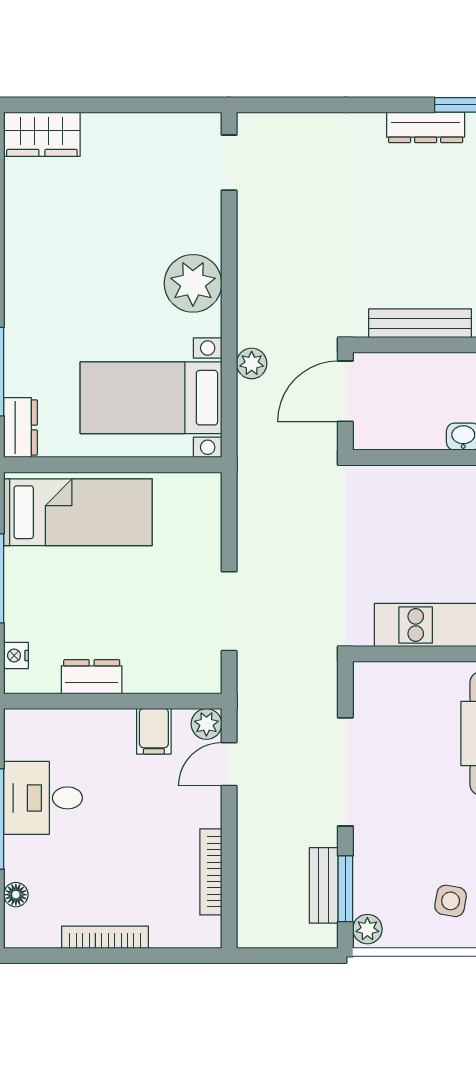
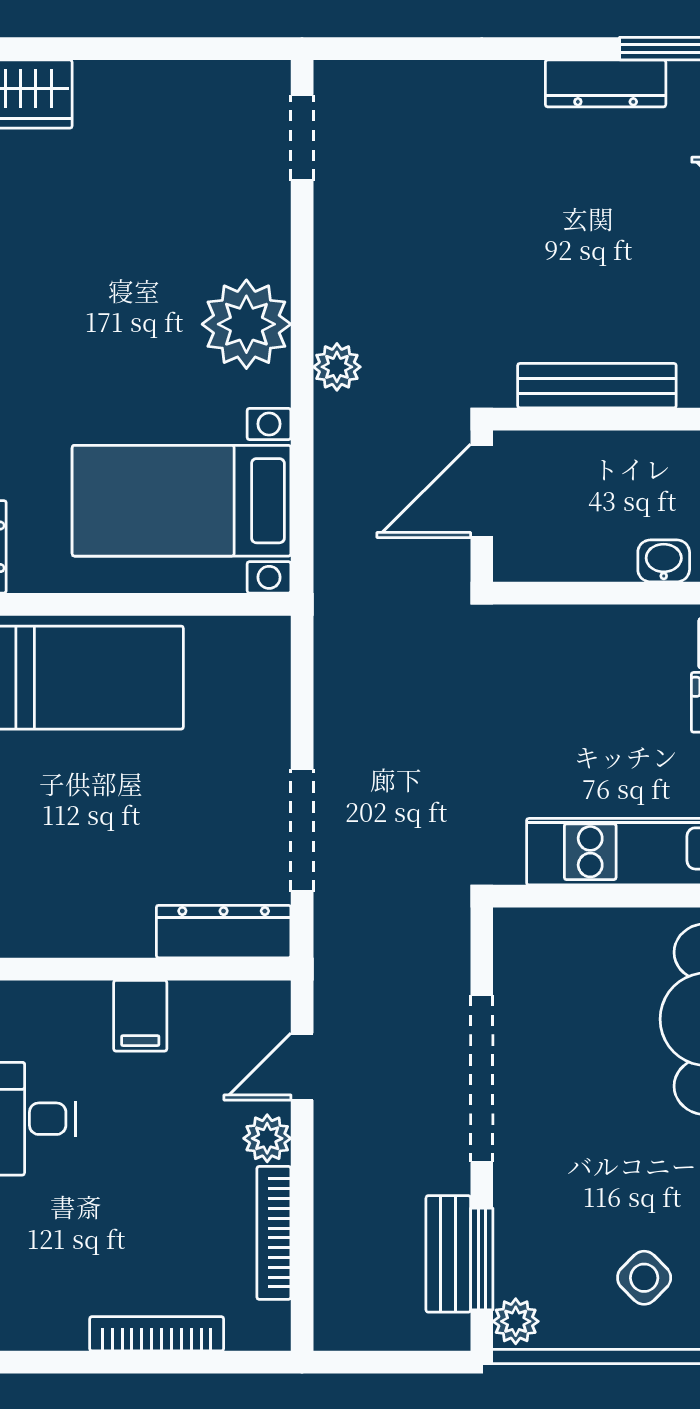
plant: (252, 363) -> (337, 367), moved
dresser: (92, 677) -> (224, 932), moved, width x1.44
plant: (206, 724) -> (267, 1138), moved
filing cabinet: (154, 731) -> (140, 1016), moved
side table: (451, 901) -> (644, 1278), turned 35
bookcase: (105, 937) -> (157, 1334), moved

